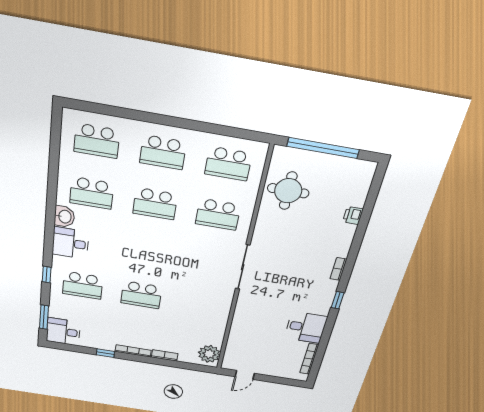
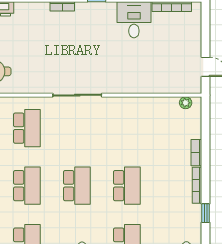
school desk: (148, 251) -> (77, 186), added
plant: (209, 354) -> (186, 103), width x0.53, depth x0.53

